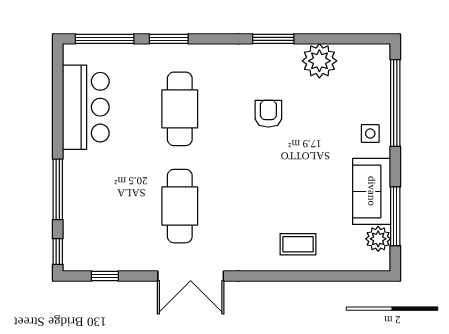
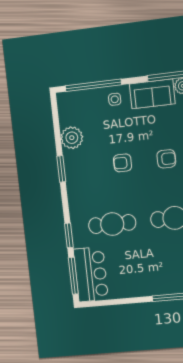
bar counter: (86, 107) -> (91, 274), moved, turned 90
armchair: (268, 114) -> (123, 163), moved
armchair: (271, 203) -> (166, 159), added

